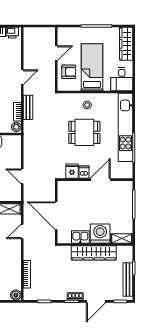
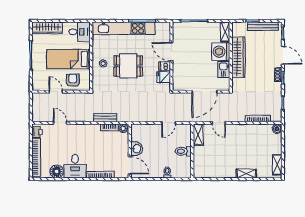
door: (22, 77) -> (60, 123), moved
dining table: (84, 132) -> (128, 66), turned 90

